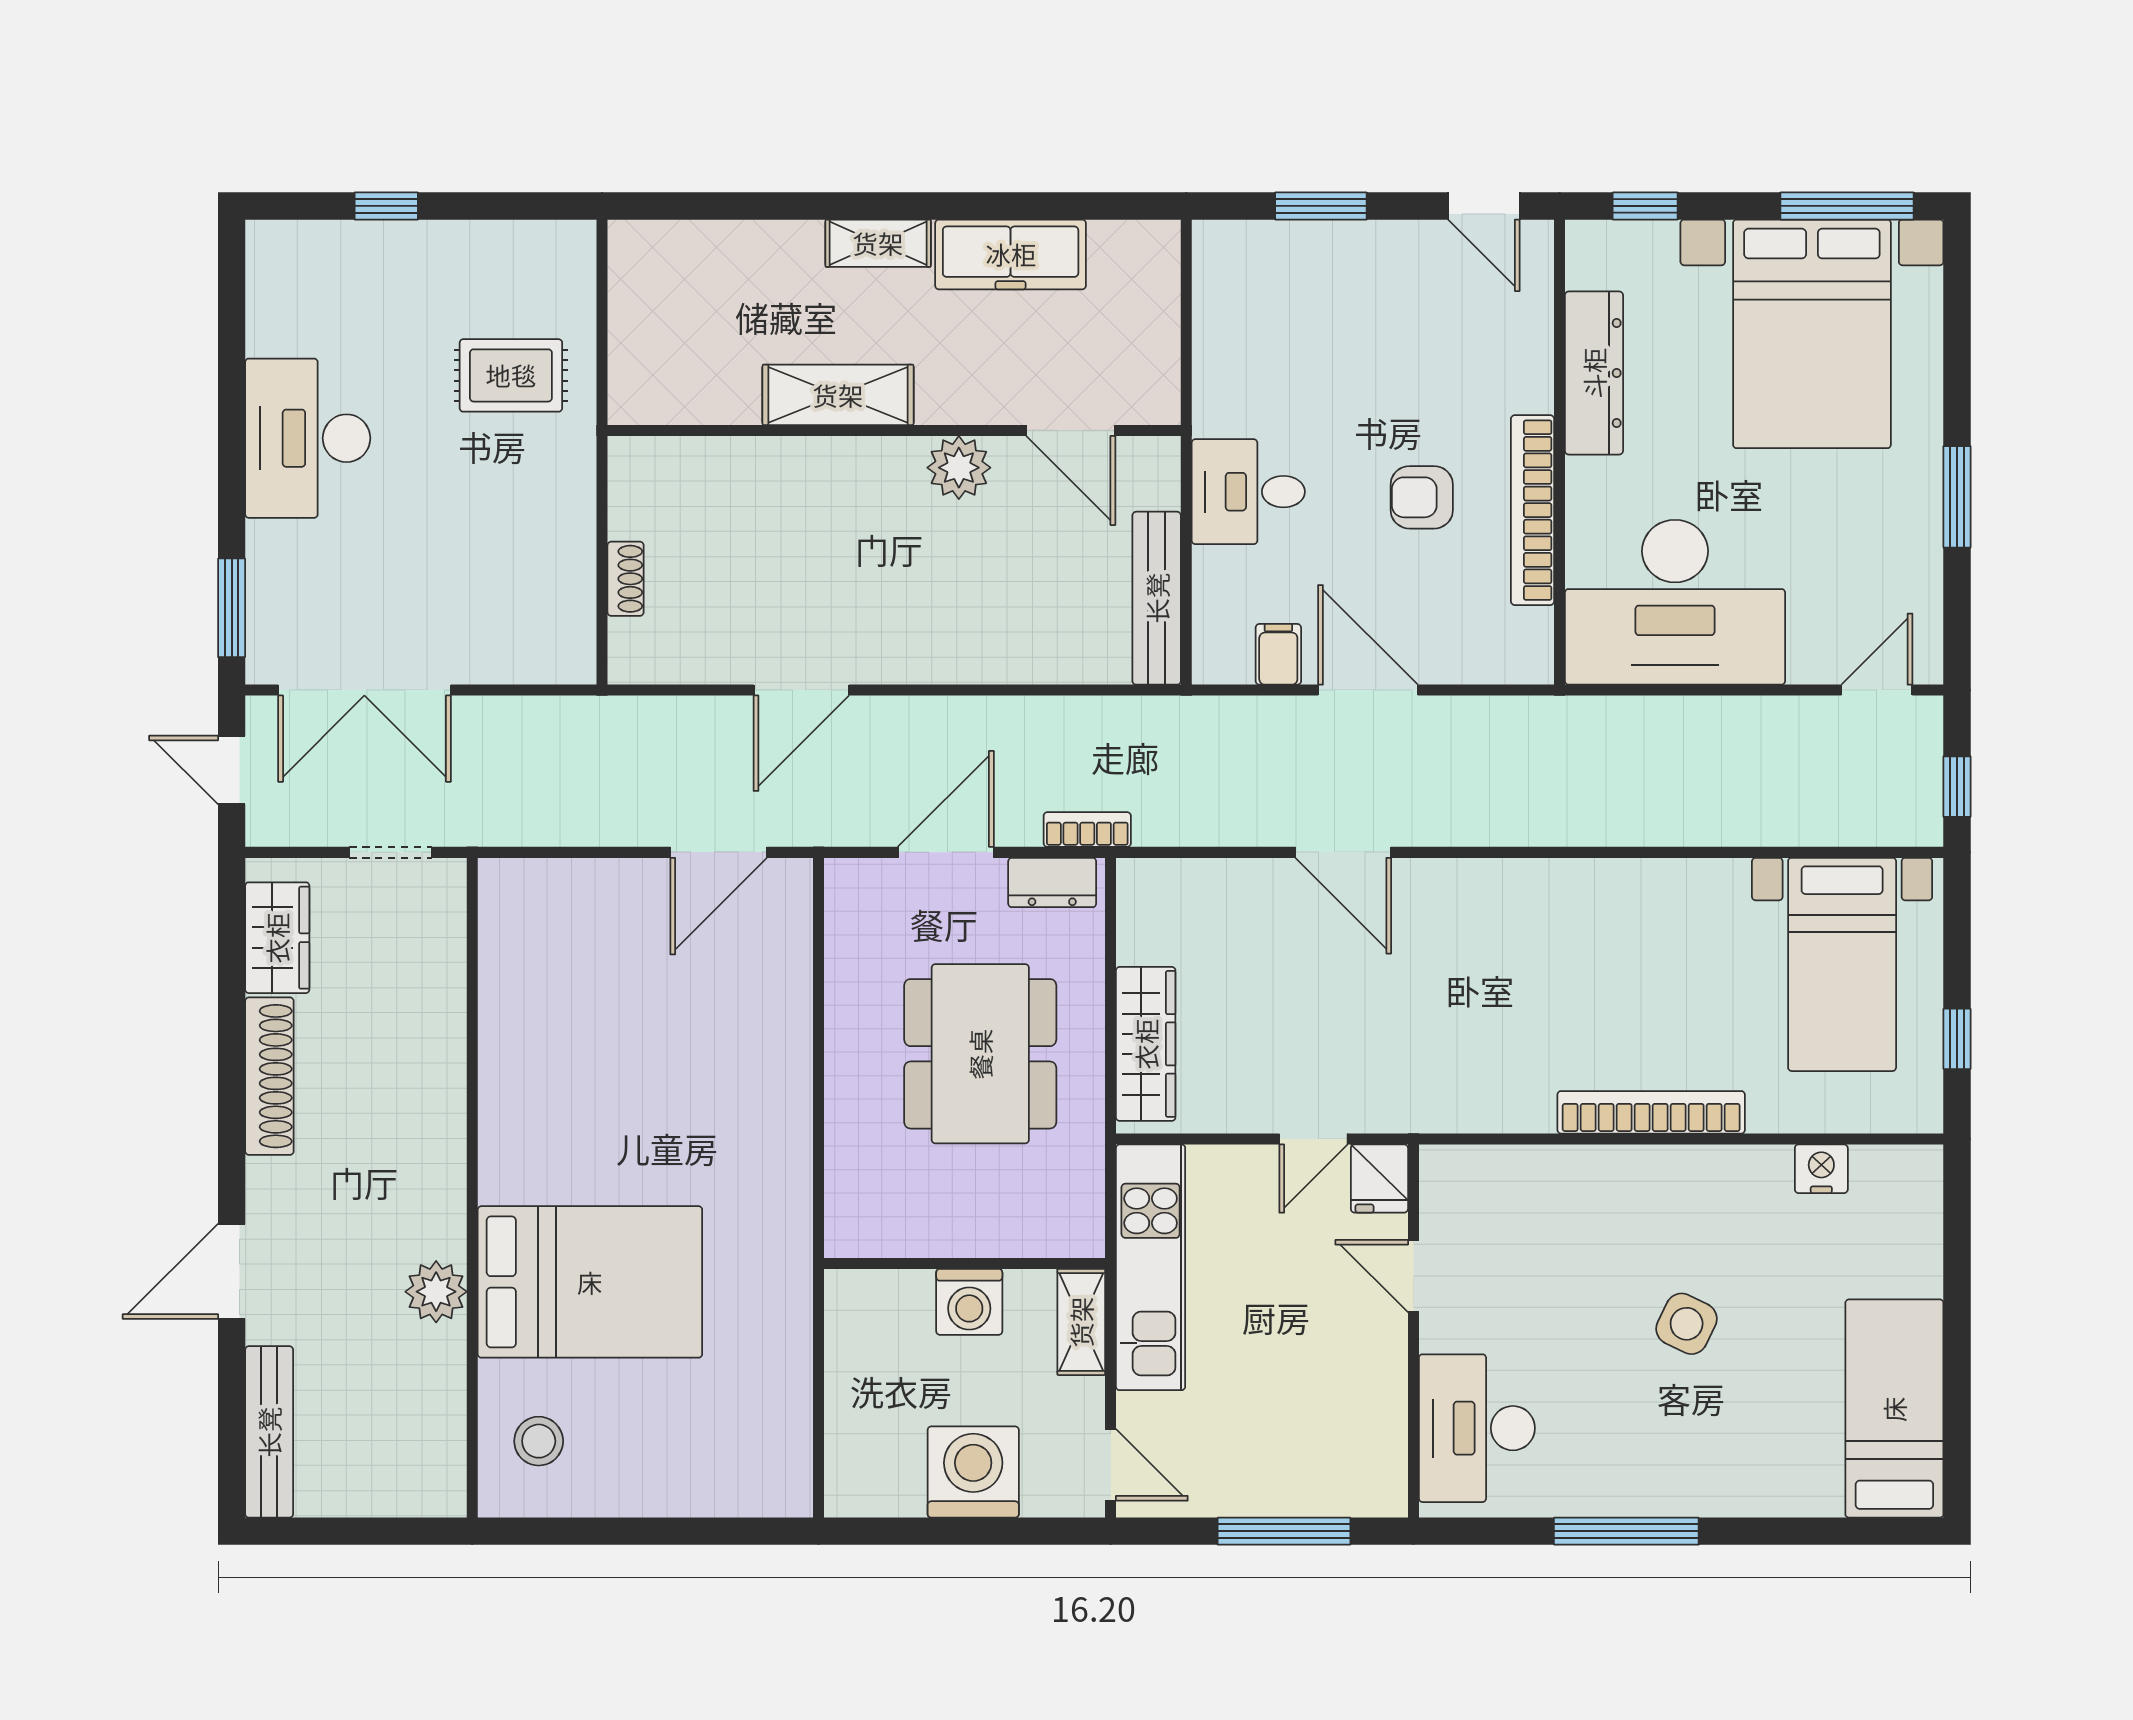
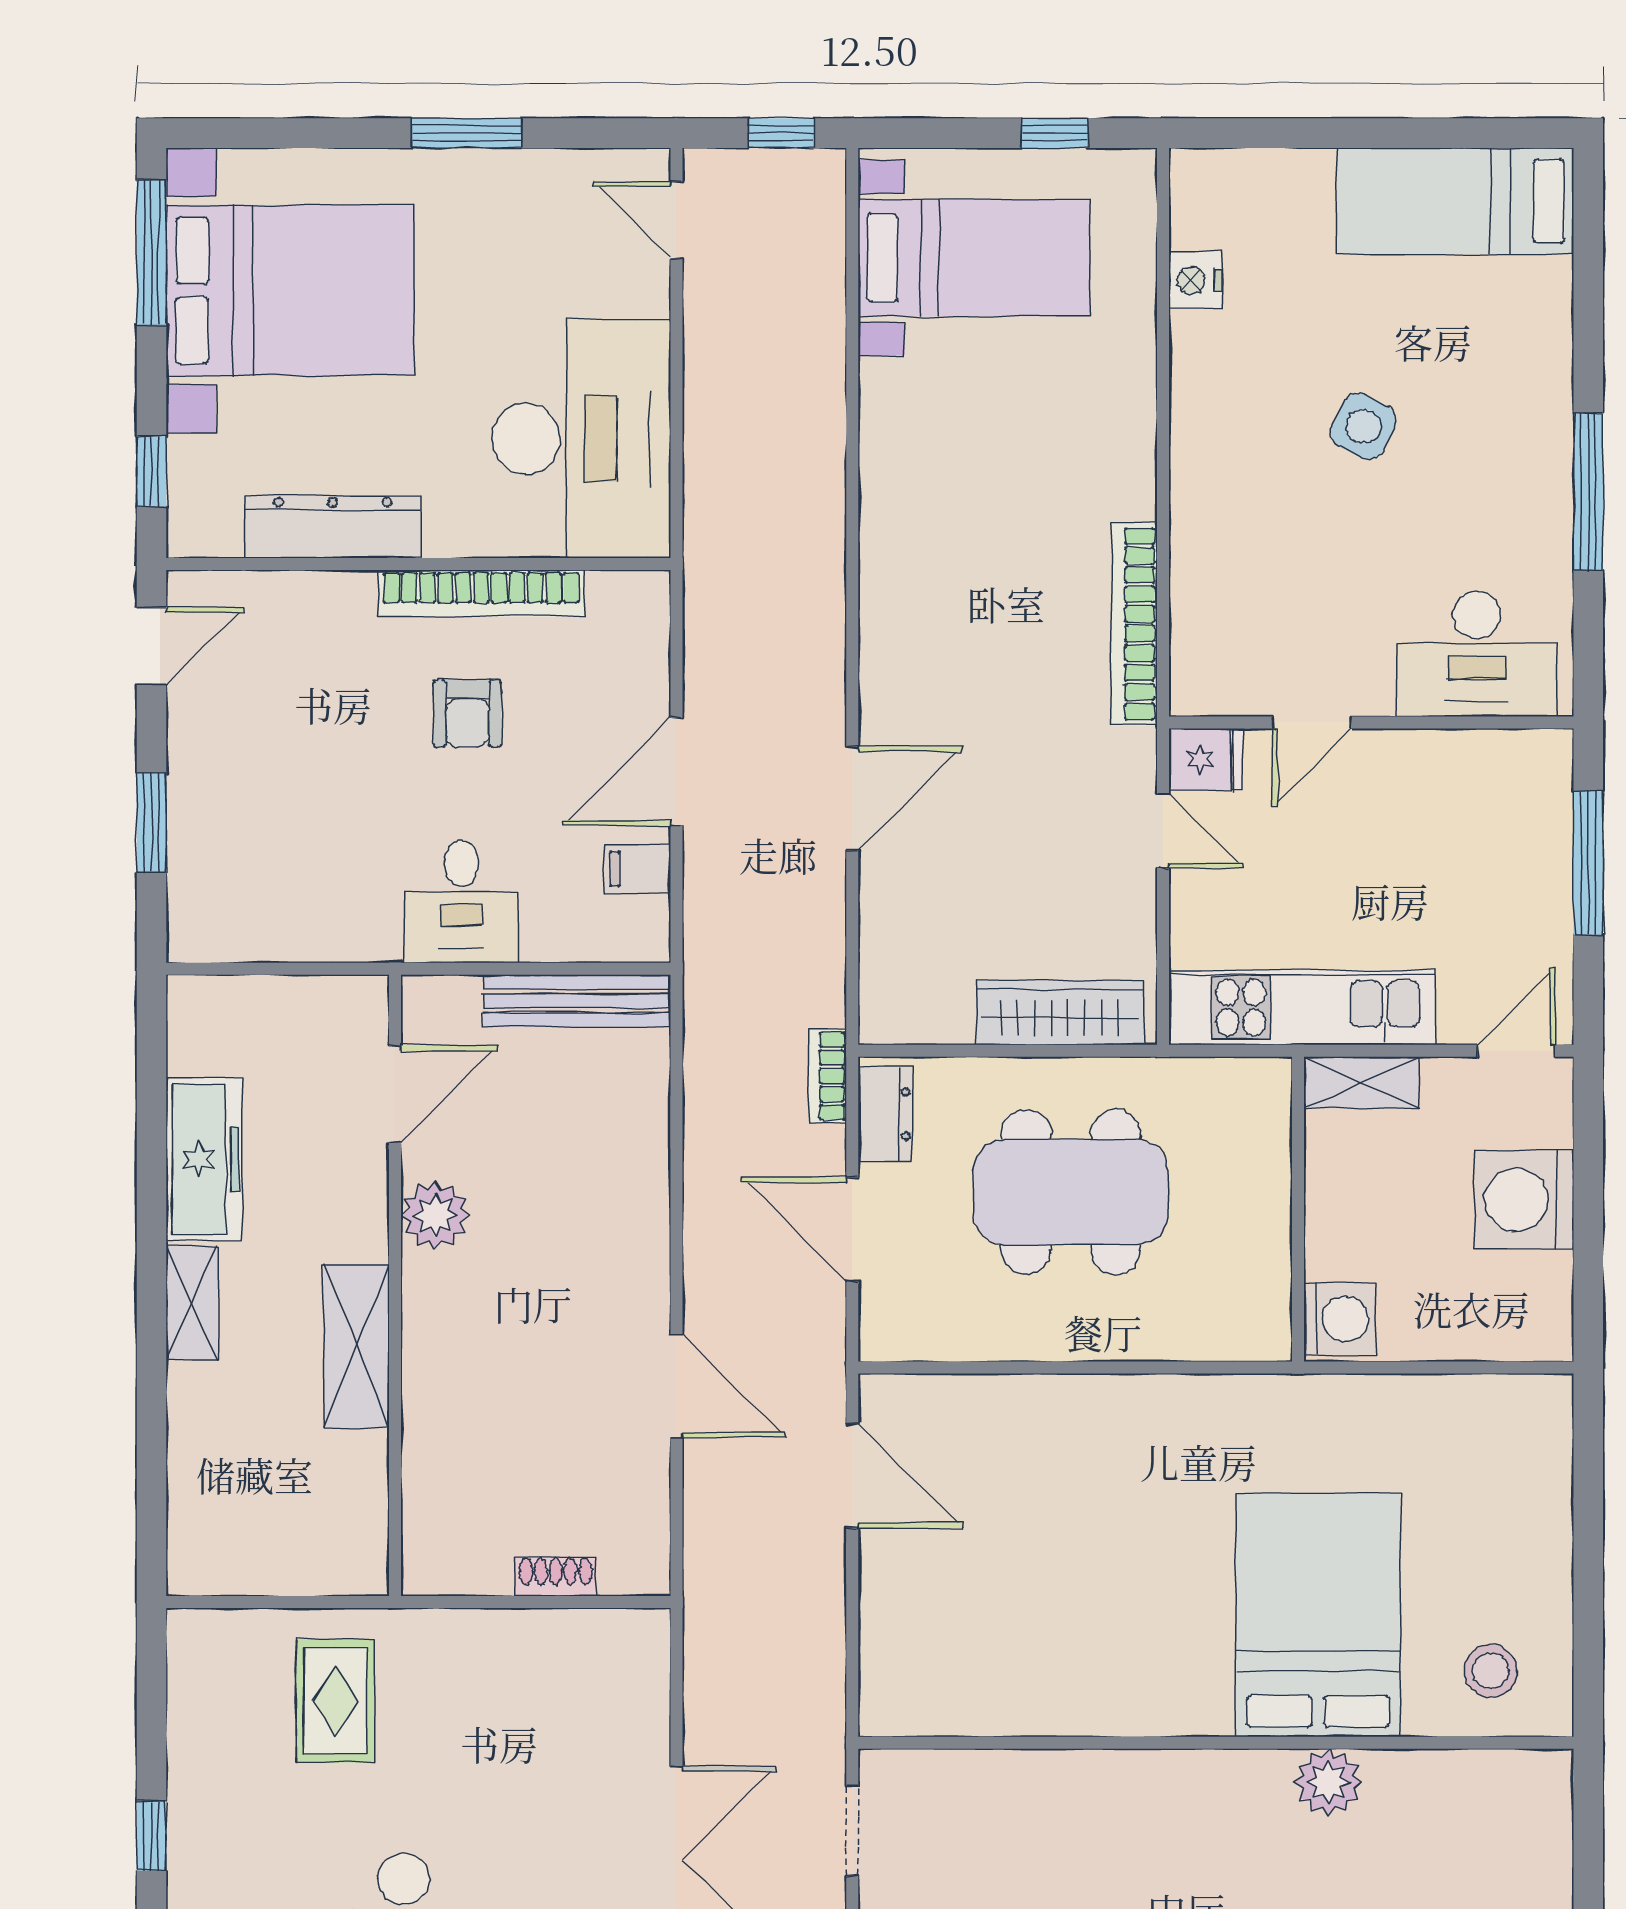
bookcase: (1651, 1112) -> (1134, 624), moved
washing machine: (969, 1302) -> (1340, 1319), moved

